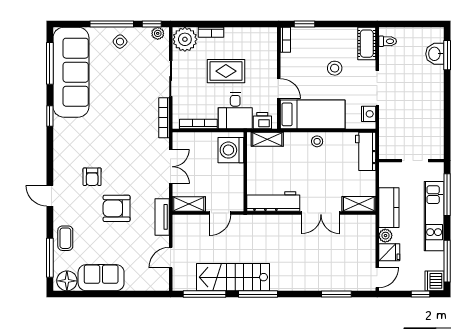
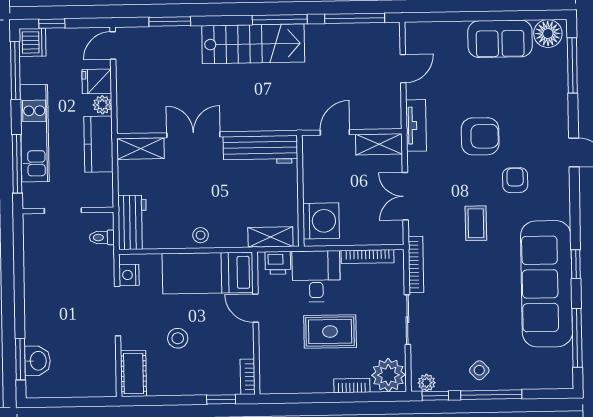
toilet: (388, 41) -> (102, 237), moved
sofa: (71, 72) -> (547, 284), moved
coffee table: (65, 238) -> (476, 223), moved
stairs: (233, 277) -> (253, 44), moved

